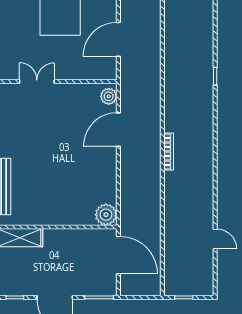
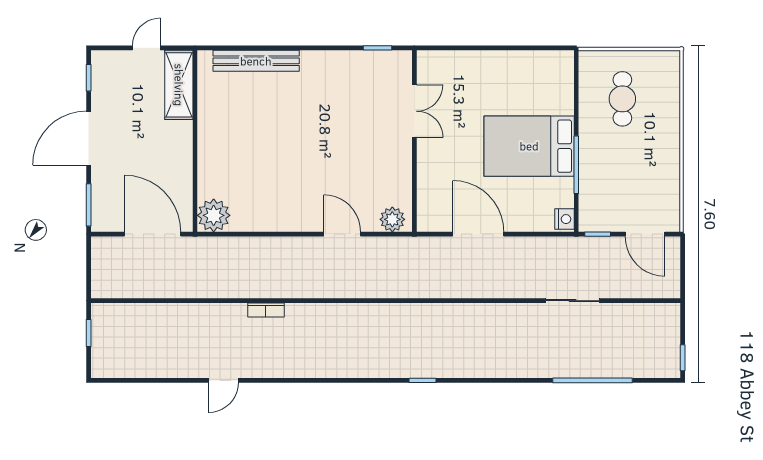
door: (118, 130) -> (342, 234), width x0.73
bookcase: (169, 151) -> (266, 310), moved, width x0.64
door: (215, 239) -> (223, 380), moved
door: (118, 255) -> (153, 234), swing flipped

